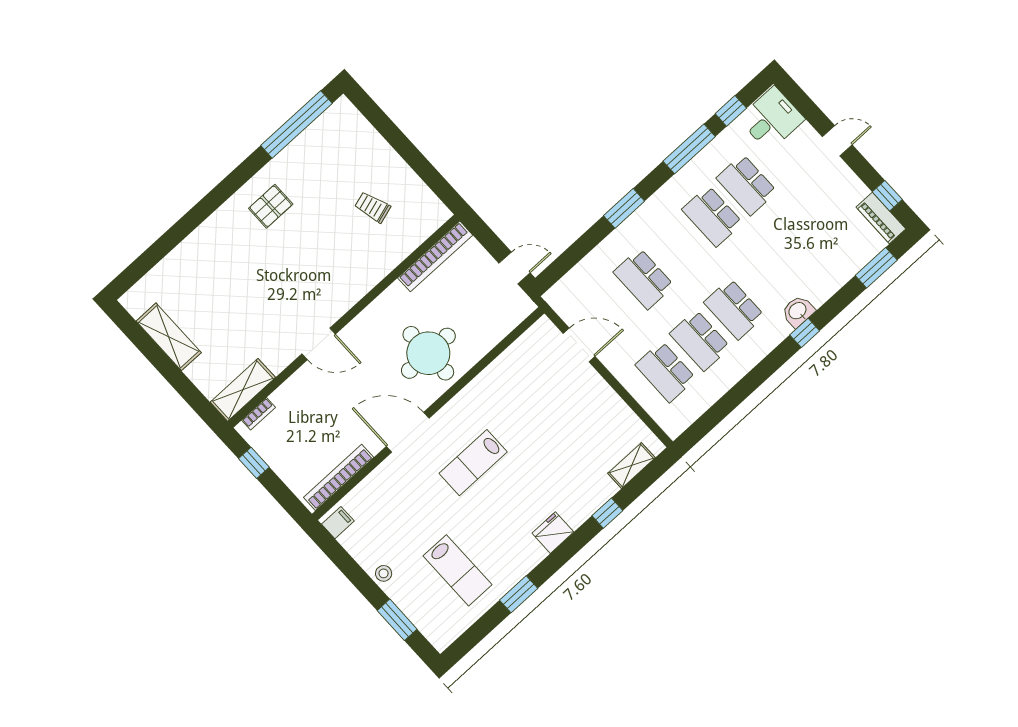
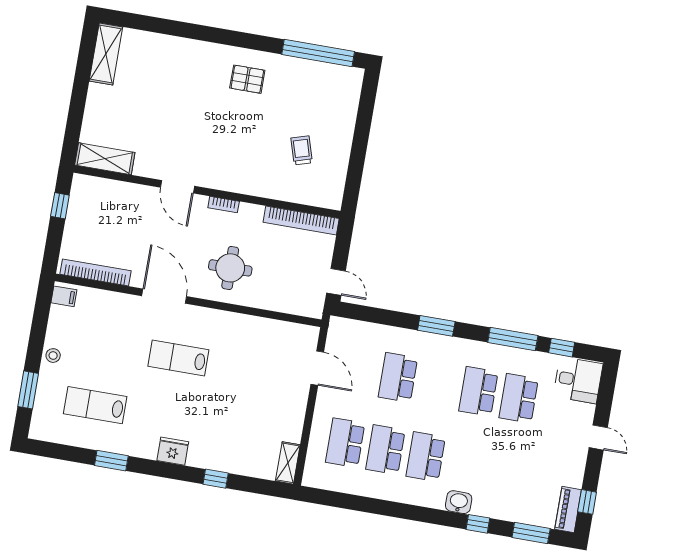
window: (805, 333) -> (478, 524), moved
shelving: (169, 337) -> (106, 54), moved
round table: (428, 353) -> (230, 268), width x0.73, depth x0.73
bookcase: (259, 414) -> (224, 205), moved
shelving: (631, 466) -> (288, 463), moved, turned 90
lab bench: (457, 570) -> (95, 405), turned 90

